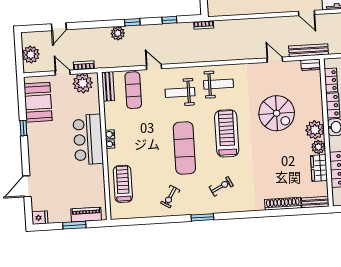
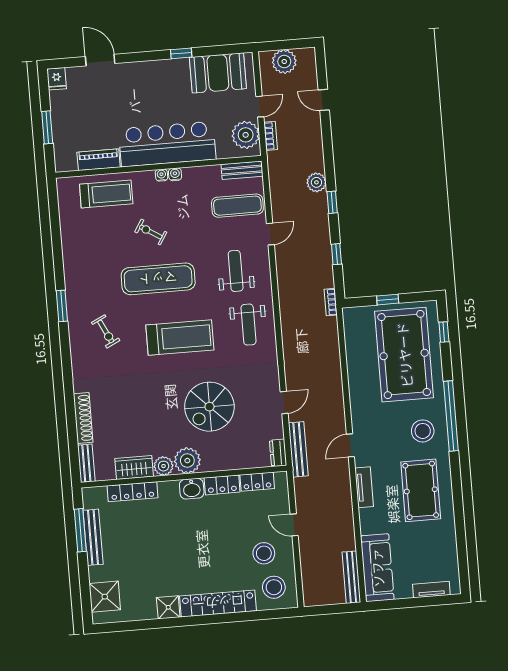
bar counter: (88, 139) -> (167, 144), width x1.36
exercise bike: (170, 197) -> (151, 232), moved
piano: (86, 215) -> (99, 160), moved, turned -90

